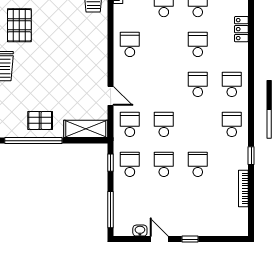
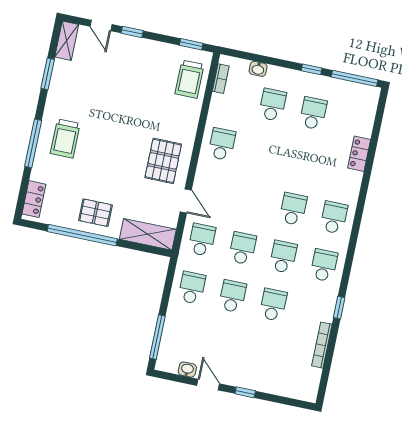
pallet: (19, 25) -> (163, 161), moved
school desk: (198, 44) -> (283, 257), moved
window: (111, 163) -> (169, 281), removed

